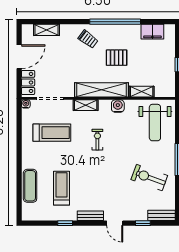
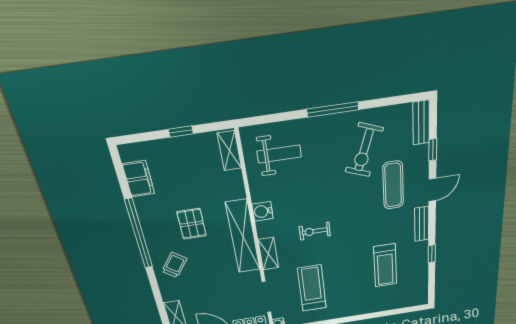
shelving: (142, 92) -> (229, 151), moved
weight bench: (155, 123) -> (279, 154), width x0.73, depth x0.75
exercise mat: (30, 186) -> (393, 185), moved, turned 90
treadmill: (61, 188) -> (385, 265), turned -90

